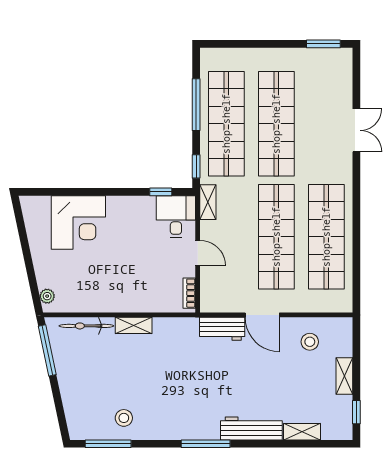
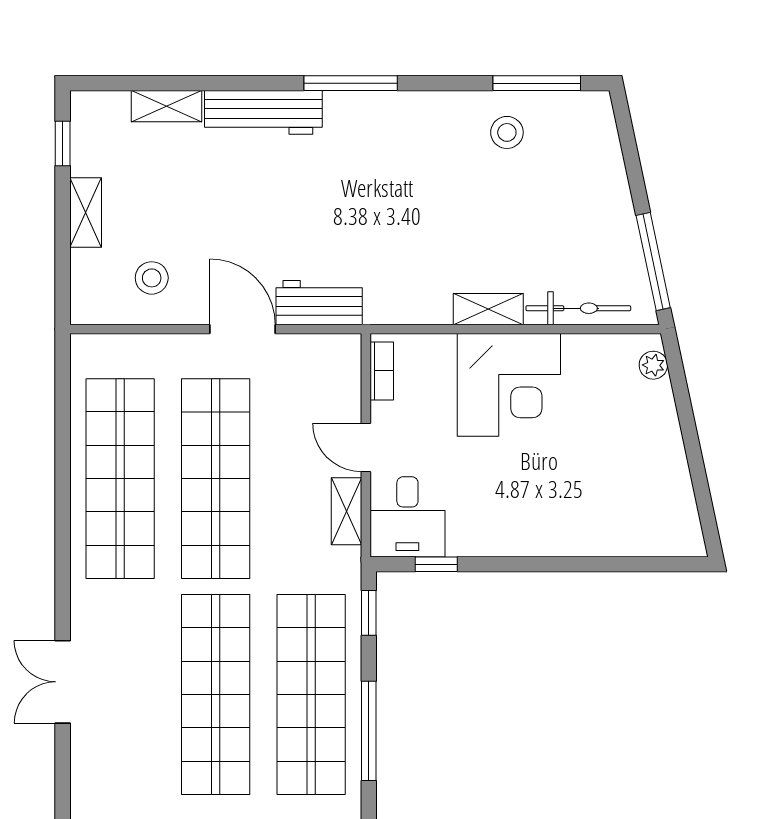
shelving: (208, 202) -> (346, 511), moved
corner desk: (78, 223) -> (509, 385), moved, turned 180

